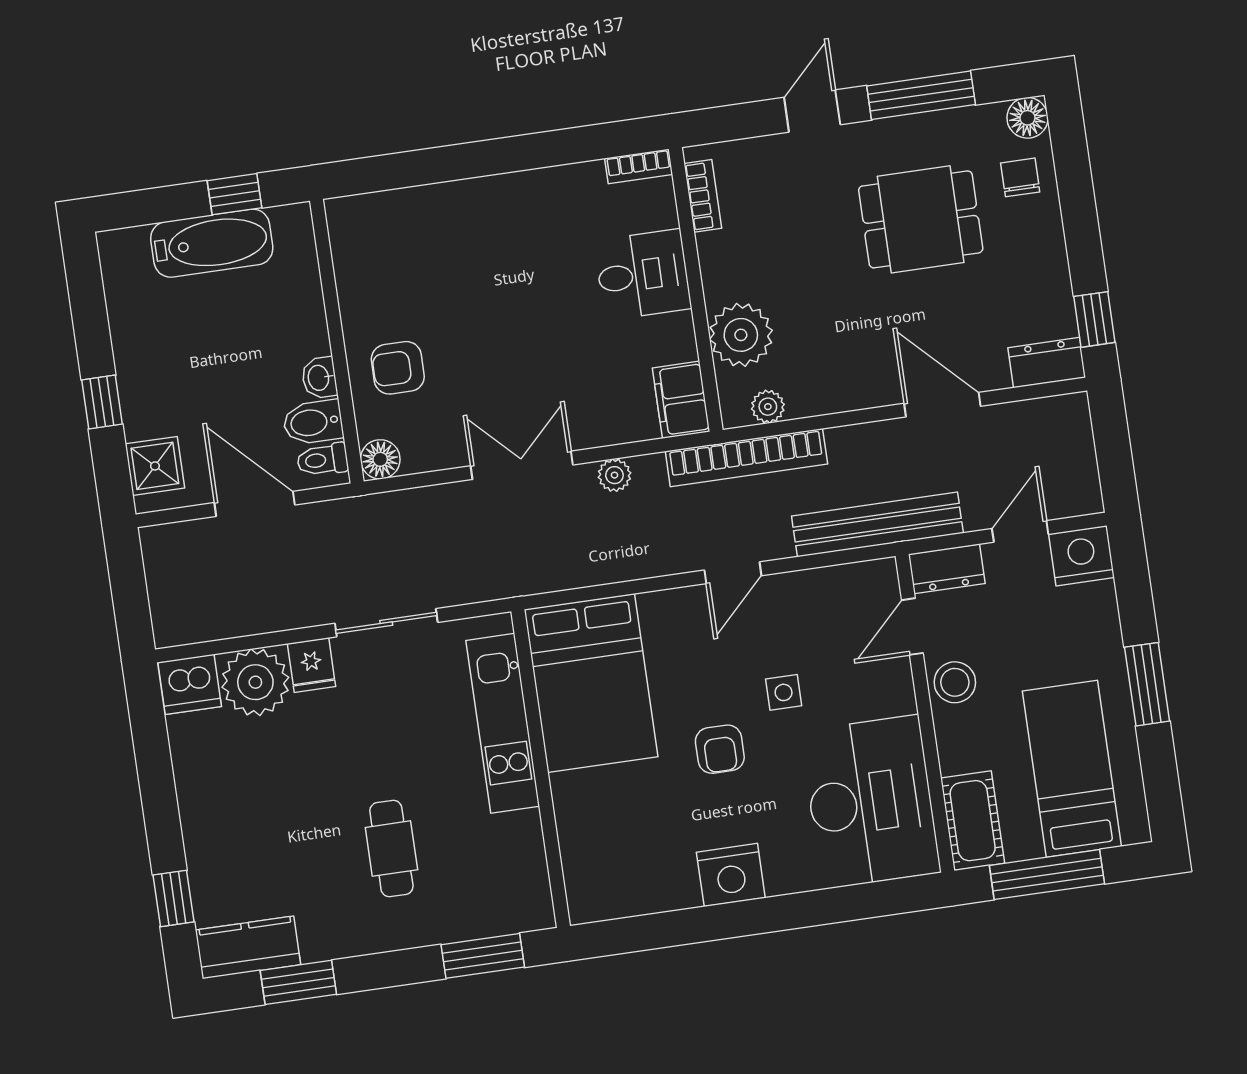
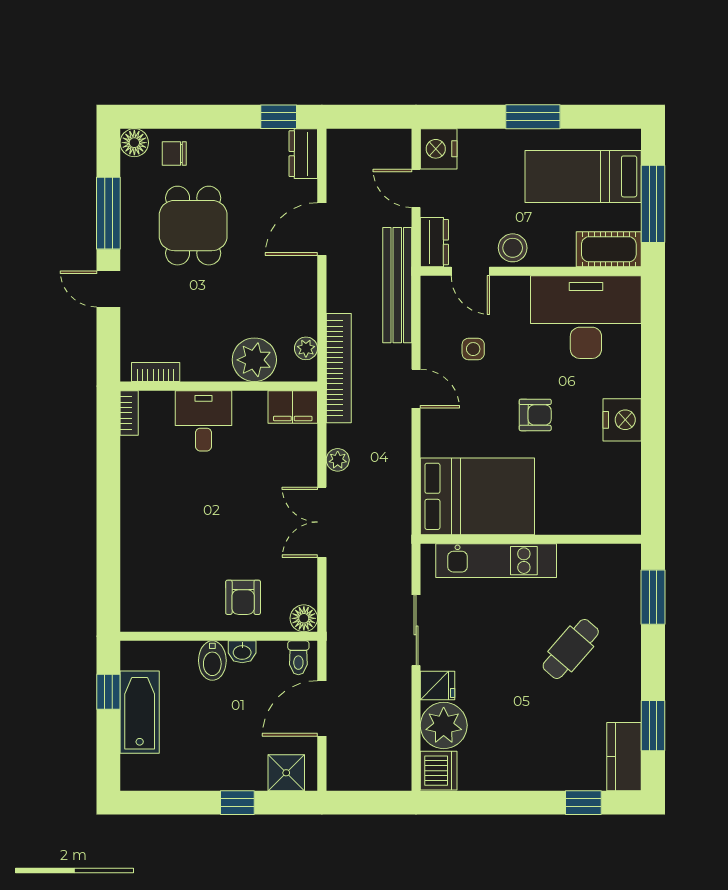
bidet: (313, 422) -> (212, 661), moved
side table: (784, 692) -> (473, 349), moved
cafe table: (391, 849) -> (571, 649), turned -49

